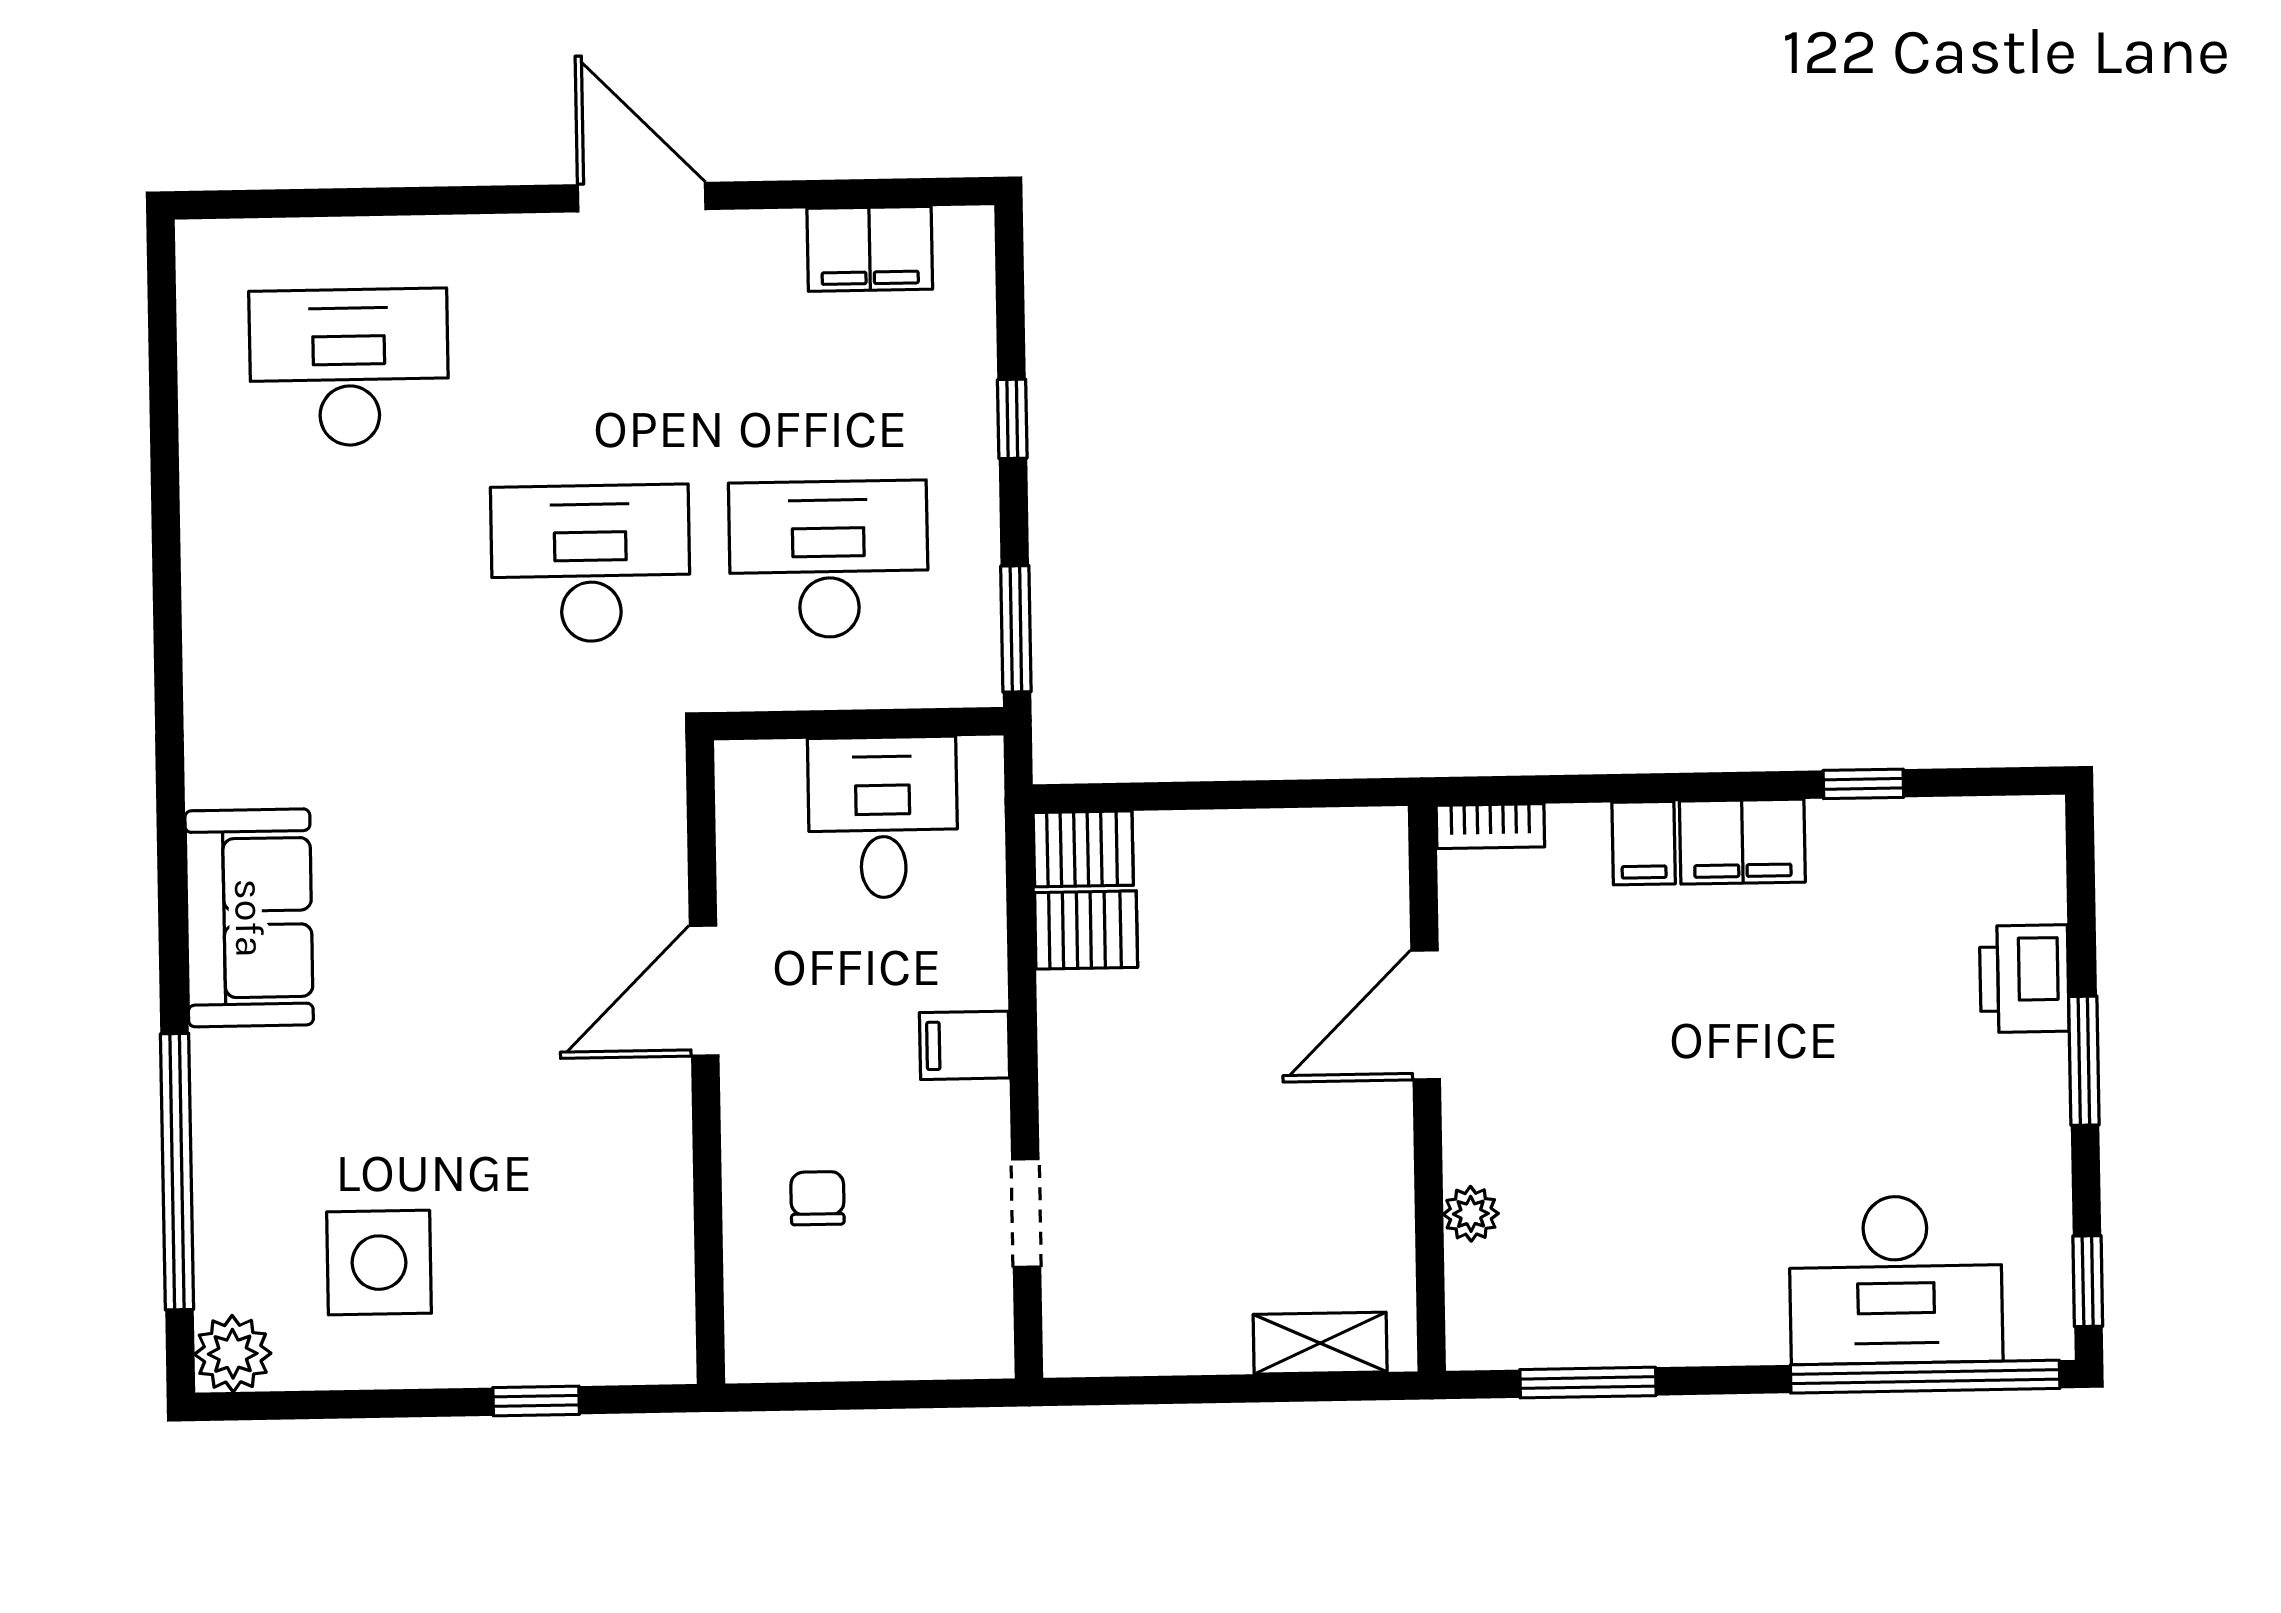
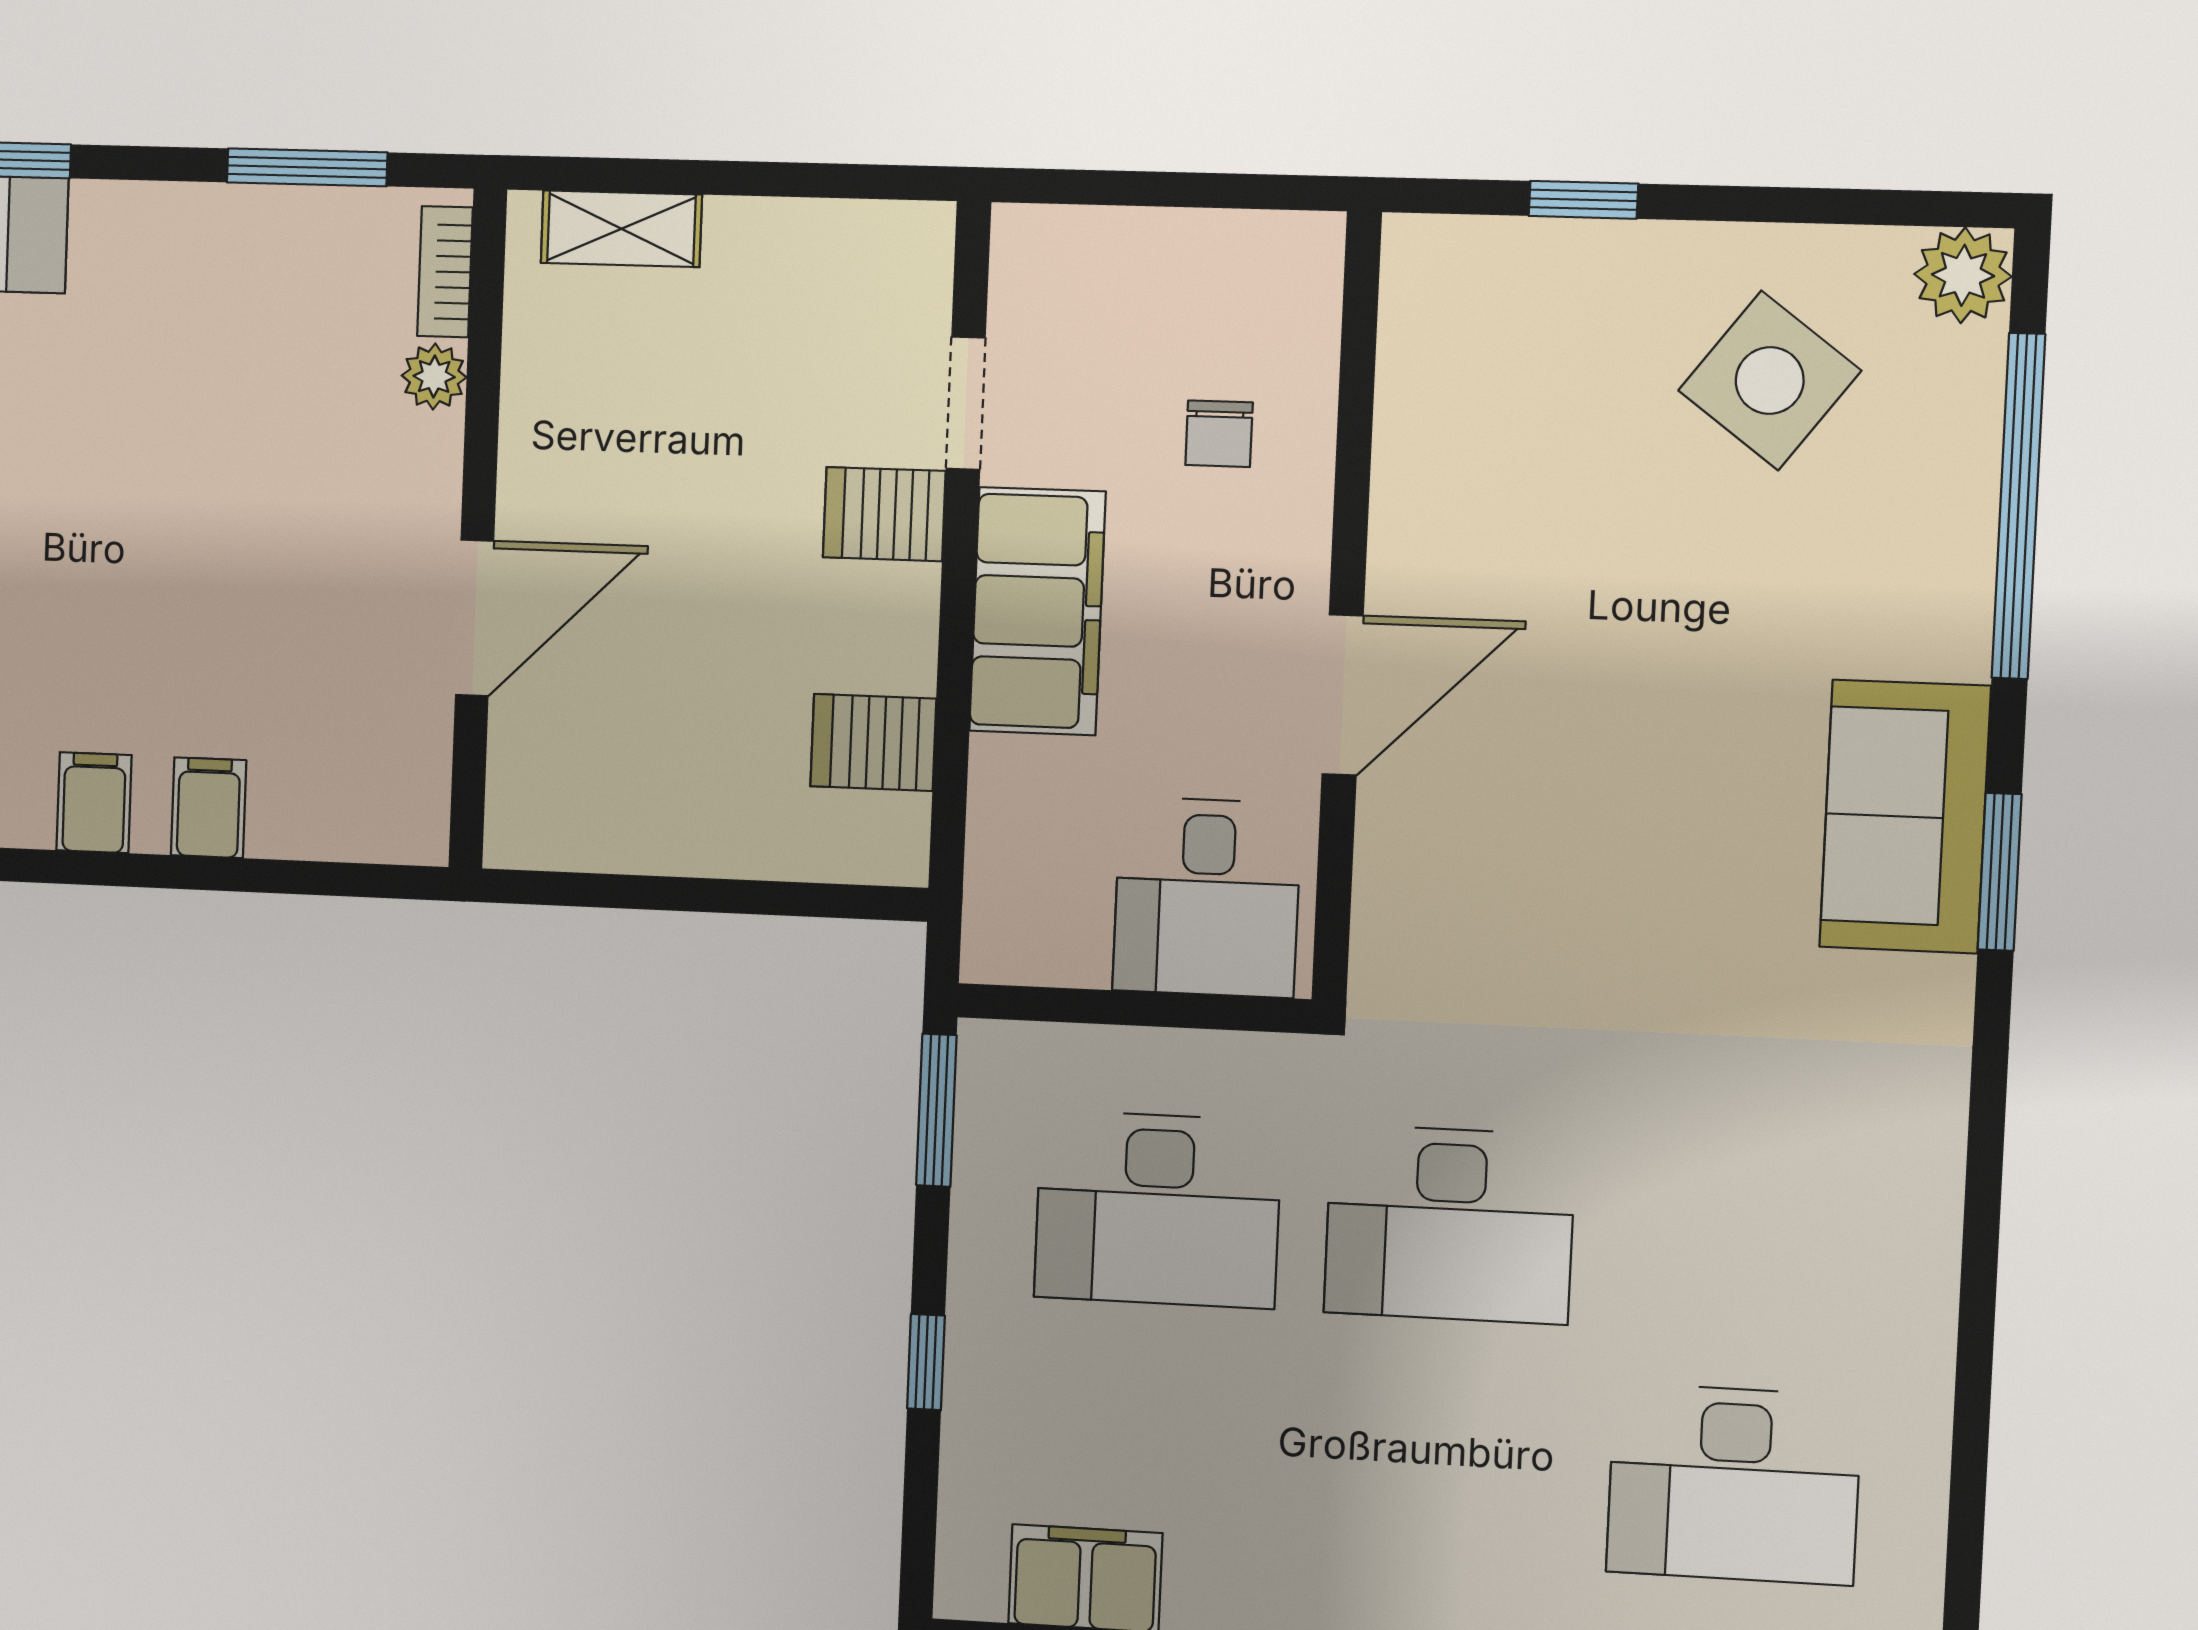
desk: (883, 817) -> (1207, 897), moved
bookcase: (1490, 826) -> (445, 272), moved, turned -90
filing cabinet: (1742, 842) -> (94, 803), width x0.50
server rack: (1083, 849) -> (884, 514), moved
window: (172, 878) -> (2000, 872), added
filing cabinet: (964, 1045) -> (1037, 611), width x3.00, depth x1.17
side table: (379, 1263) -> (1770, 380), turned 37

